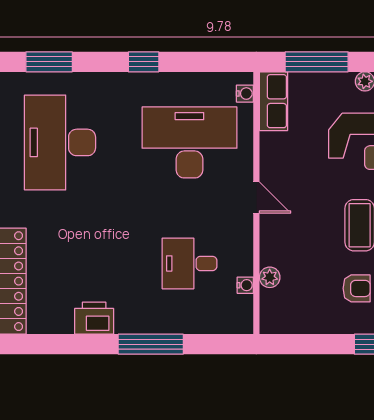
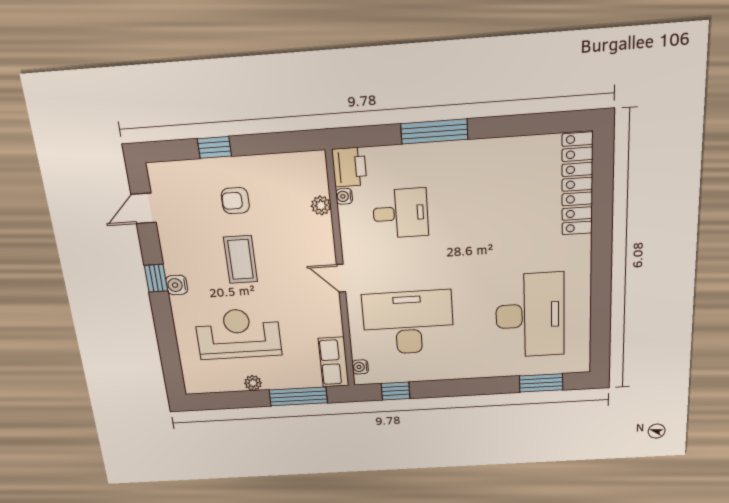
window: (144, 62) -> (396, 391), moved
desk: (189, 142) -> (408, 323), turned 180
printer: (94, 318) -> (349, 167), moved, turned -90

